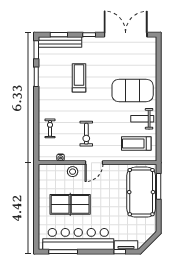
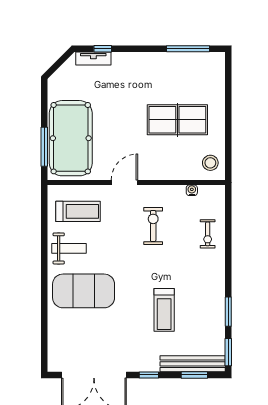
door: (94, 163) -> (124, 182), moved
stool: (73, 172) -> (210, 163), moved
bar counter: (78, 239) -> (165, 68), removed

